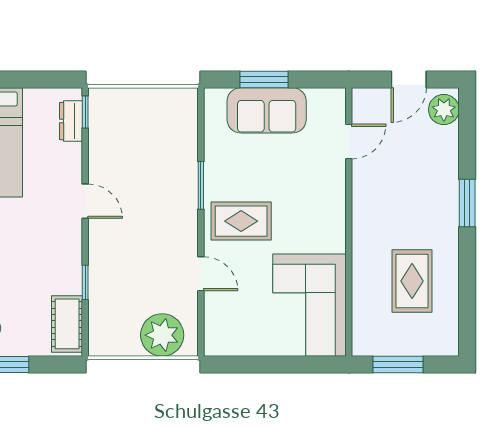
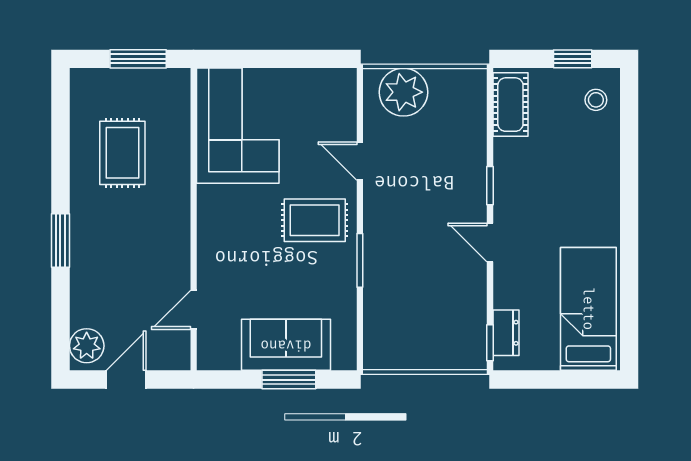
window: (85, 282) -> (490, 186), moved

